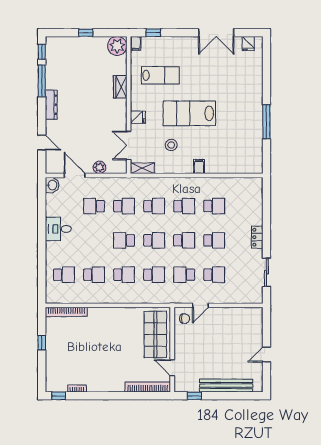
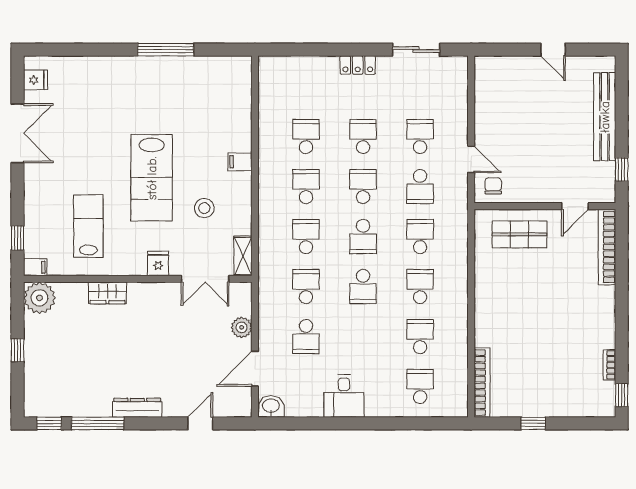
school desk: (154, 240) -> (363, 237), turned 180
shop shelf: (155, 334) -> (520, 234), width x0.70, depth x0.74

